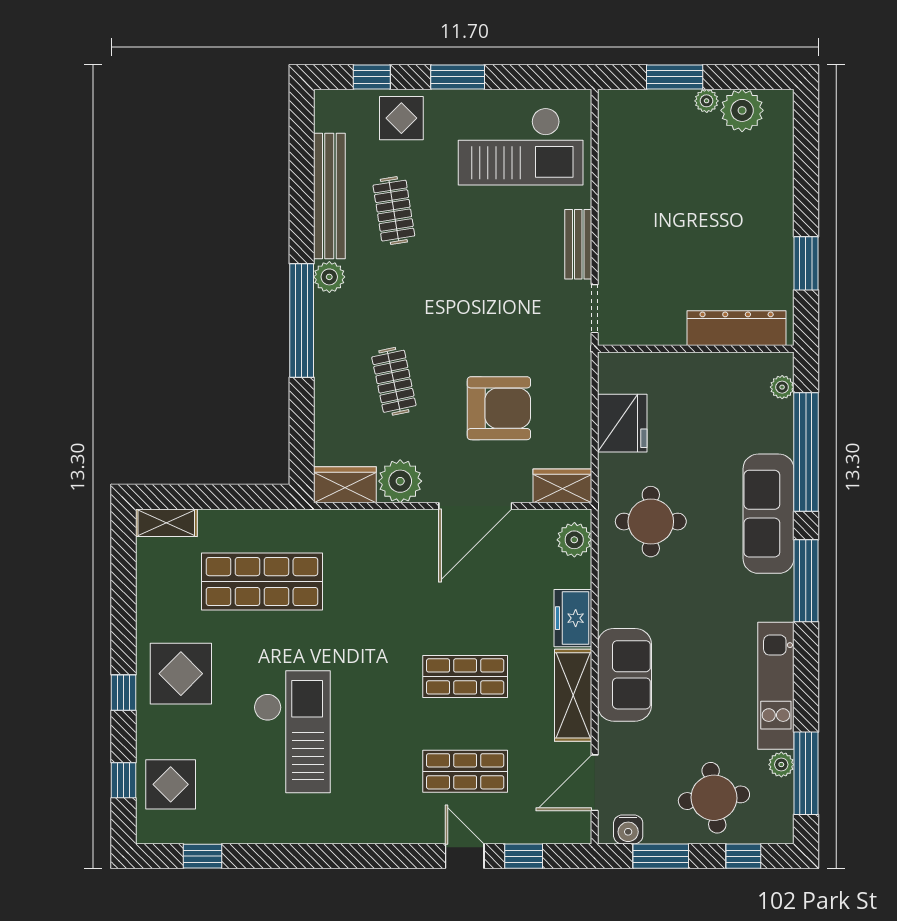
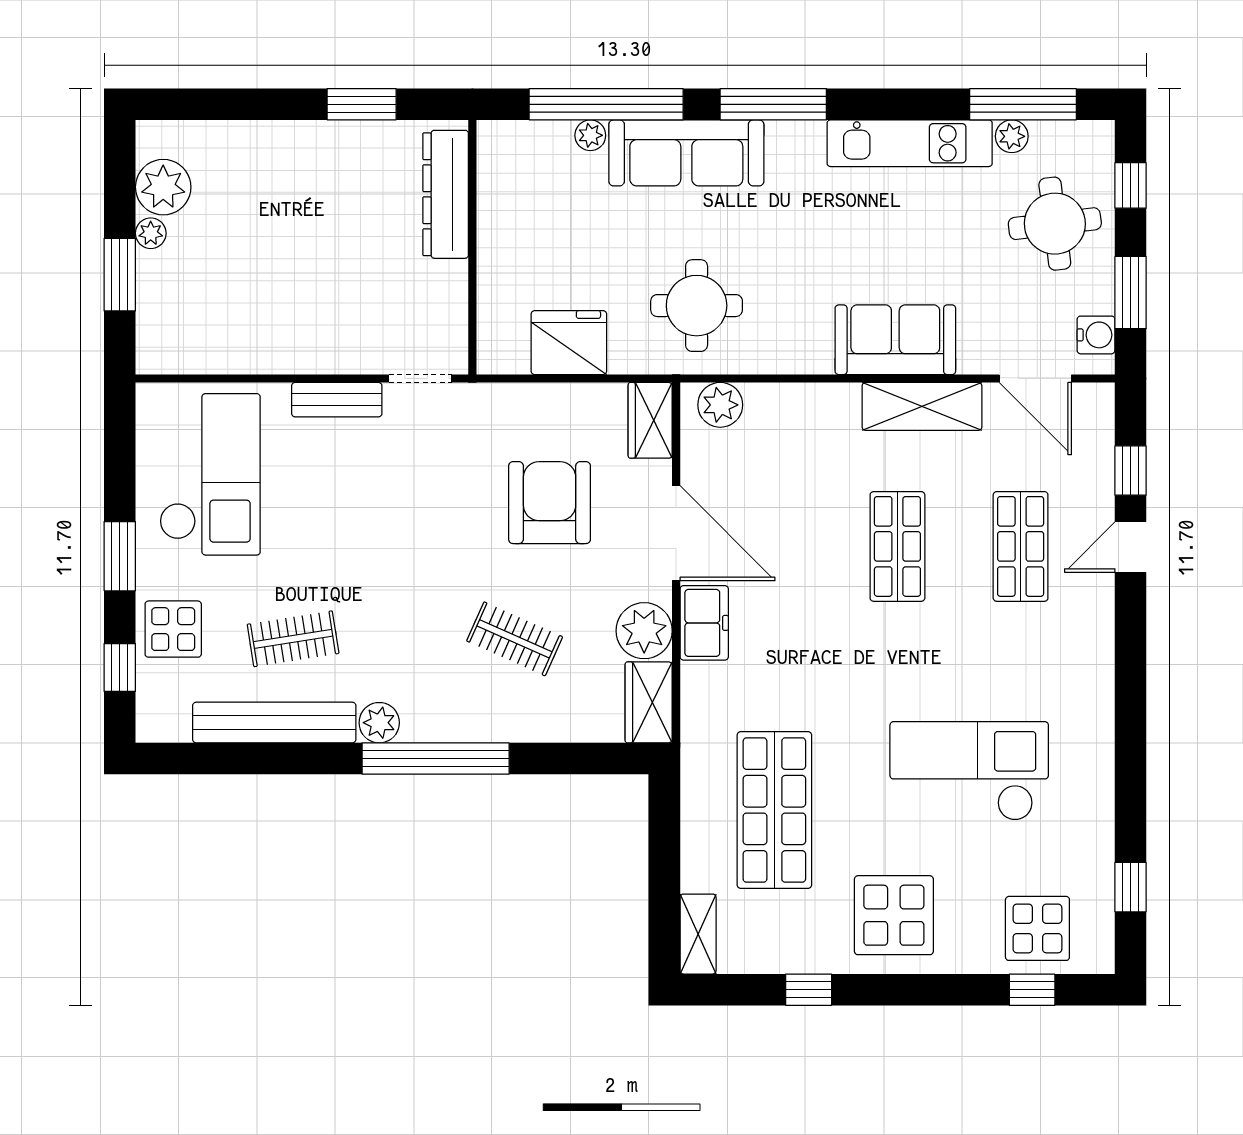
clothes rail: (394, 381) -> (515, 639), turned 36
plant: (782, 387) -> (590, 135), moved
freezer: (573, 618) -> (704, 623), moved, turned -90
window: (123, 693) -> (809, 990), moved

